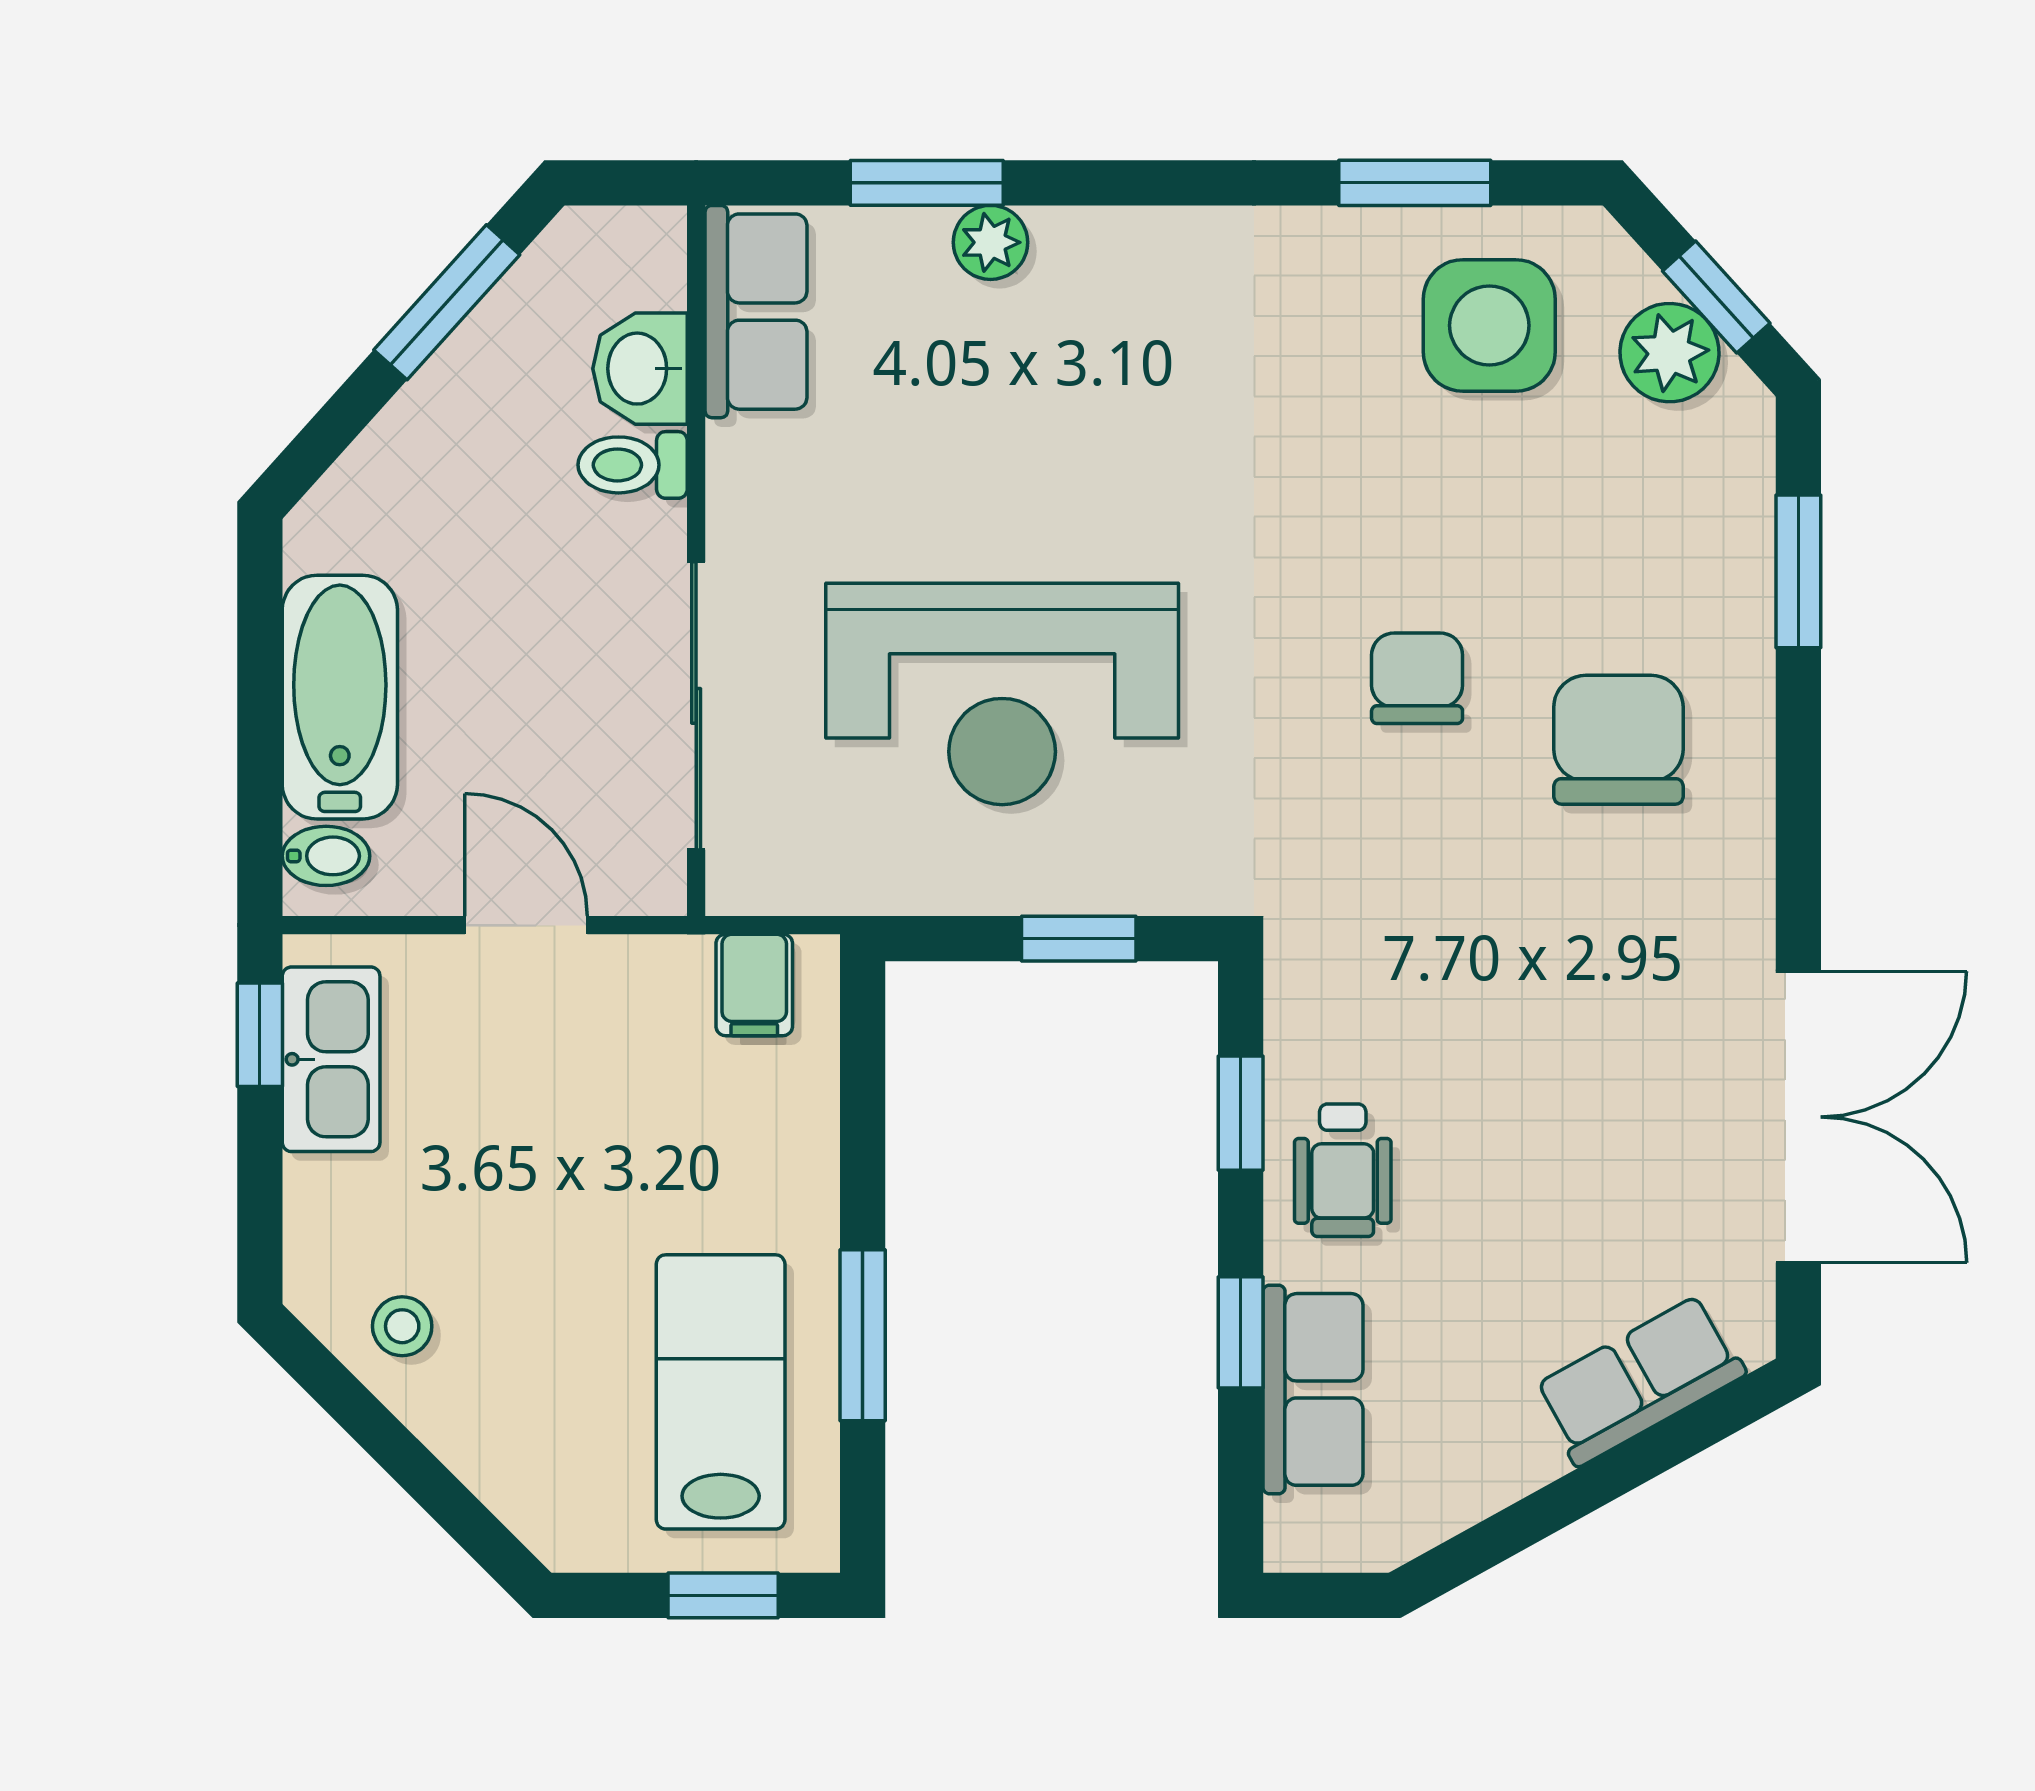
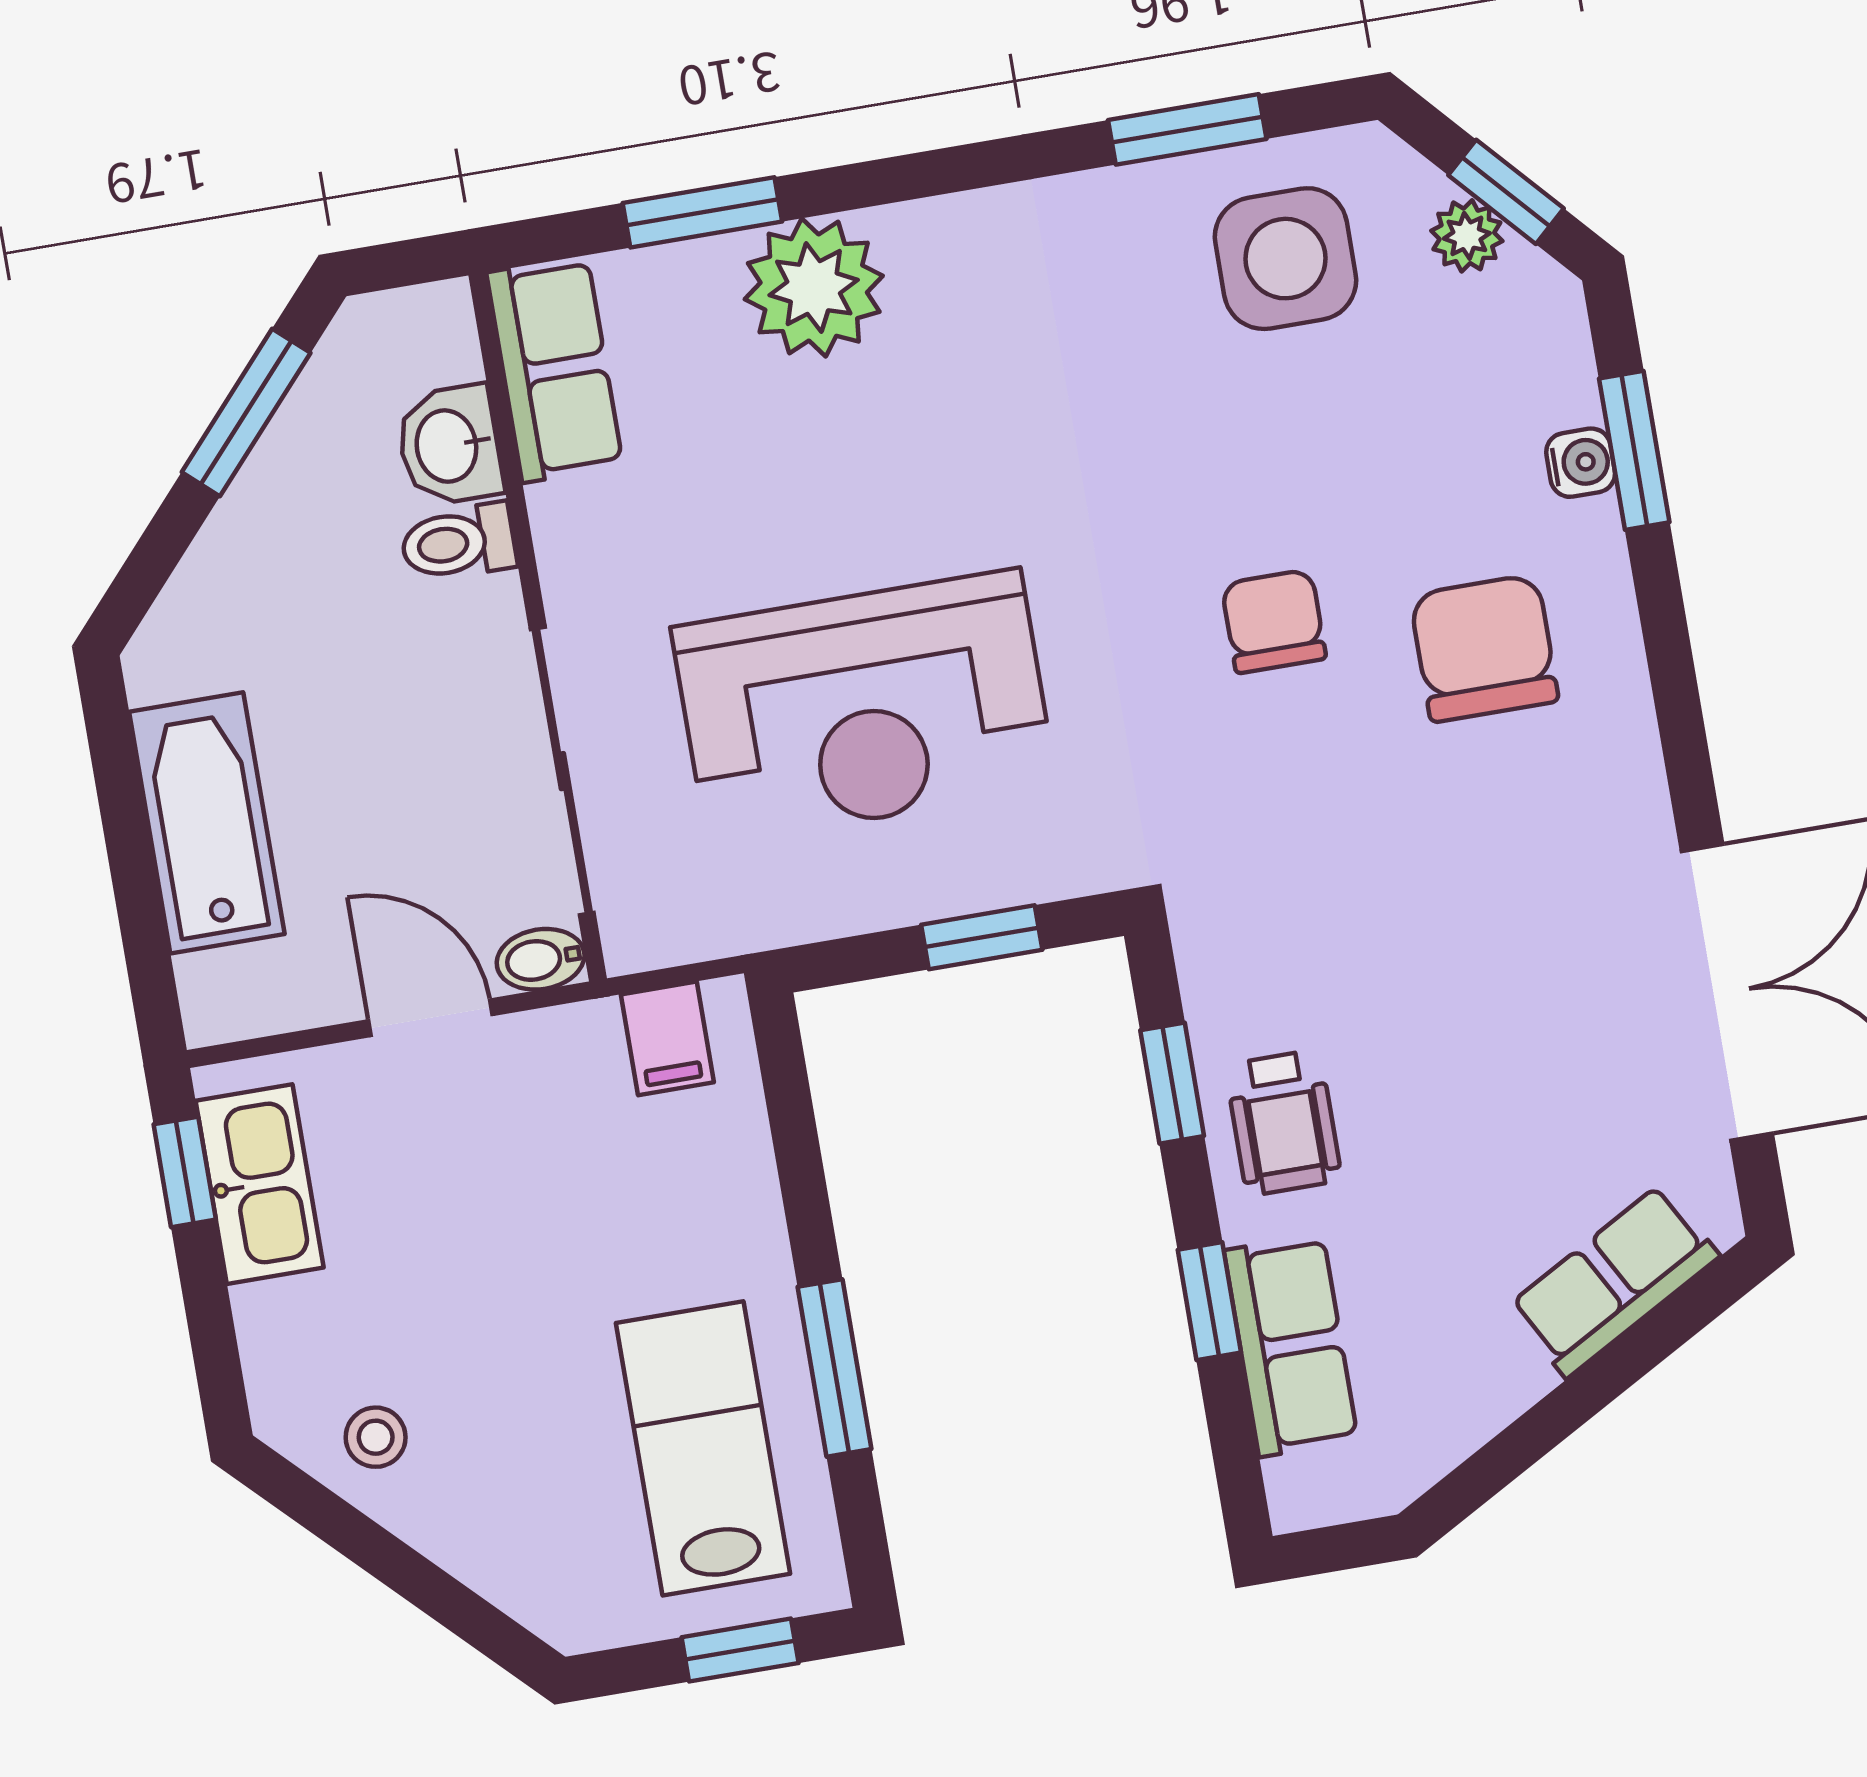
plant: (990, 242) -> (814, 288), width x1.88, depth x1.88
plant: (1670, 353) -> (1467, 236), width x0.73, depth x0.73
water cooler: (1744, 574) -> (1581, 463), added
bidet: (326, 856) -> (541, 959), moved, turned 180

